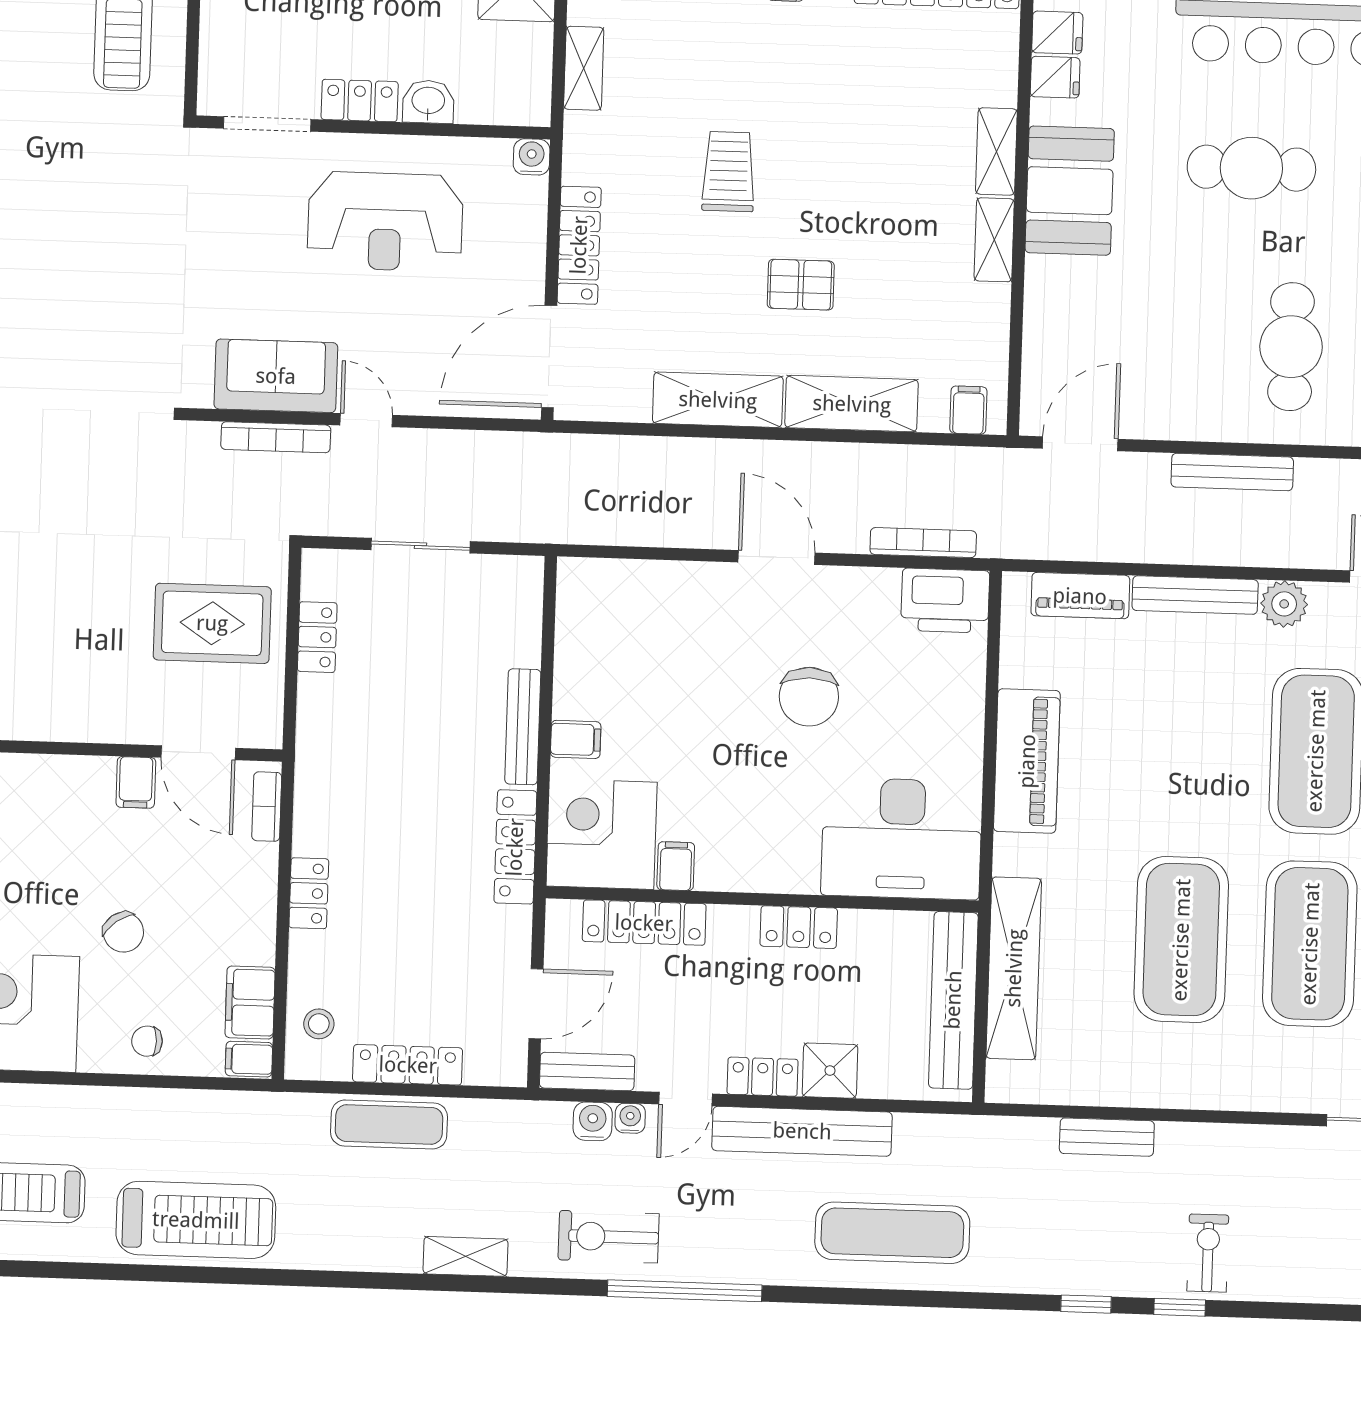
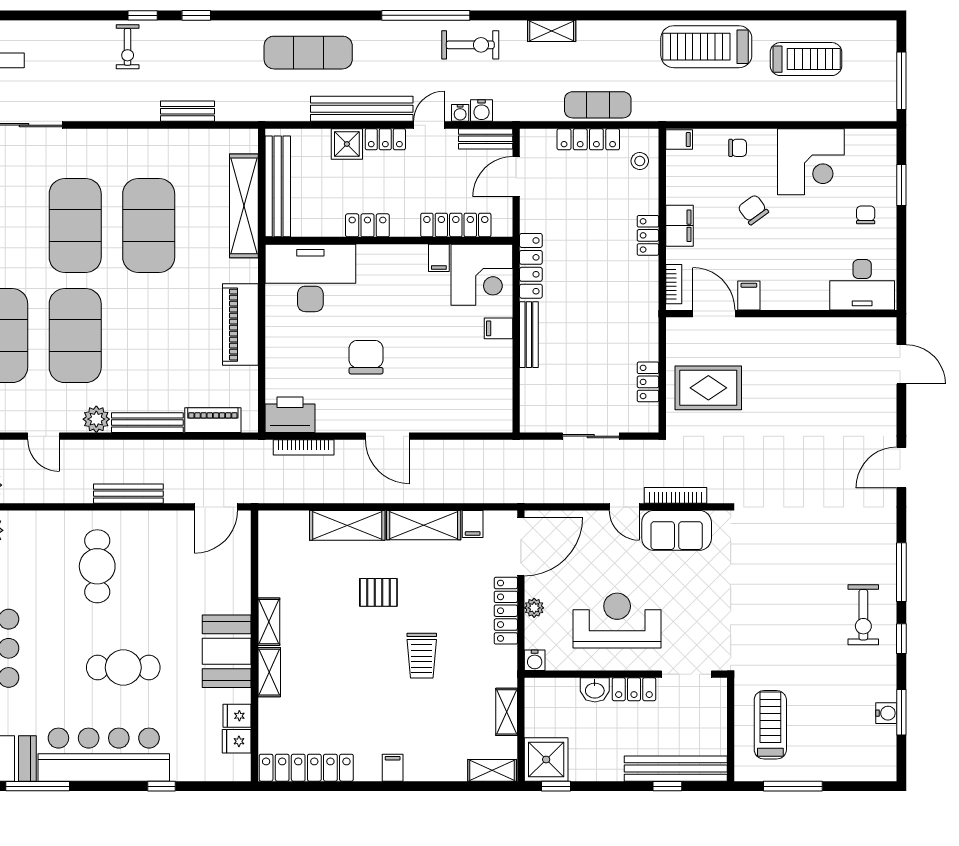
plant: (529, 249) -> (534, 608), added
filing cabinet: (968, 410) -> (473, 524), moved
filing cabinet: (250, 1003) -> (679, 226), moved

